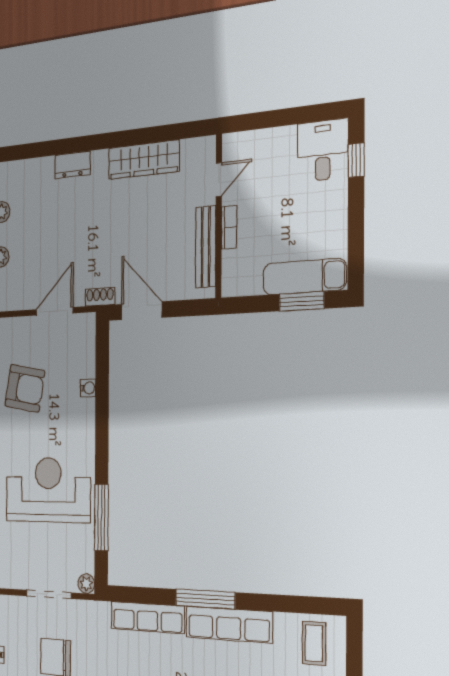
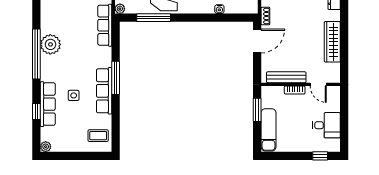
desk: (323, 150) -> (326, 125), moved
window: (302, 301) -> (257, 110), moved
row of seats: (147, 617) -> (105, 25), moved

